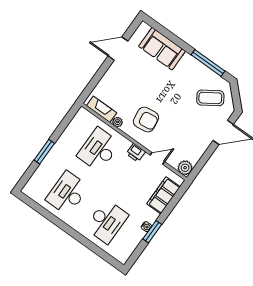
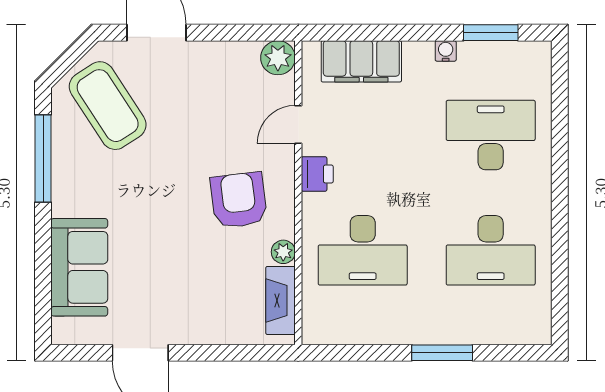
coffee table: (210, 98) -> (108, 106), width x1.36, depth x1.32
door: (157, 158) -> (298, 124), hinge flipped
window: (152, 232) -> (491, 33), moved

